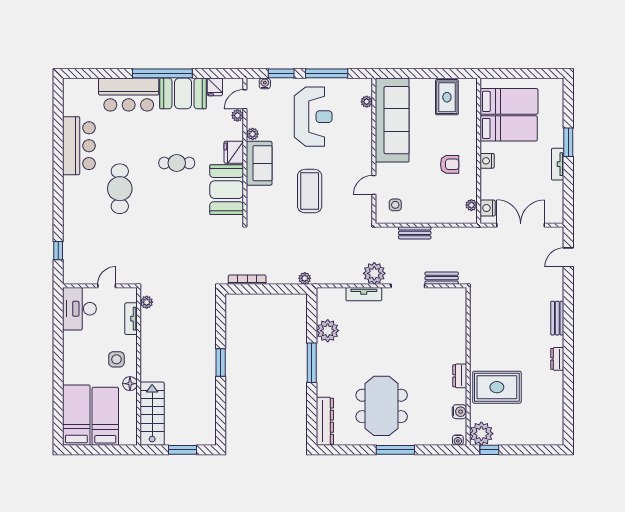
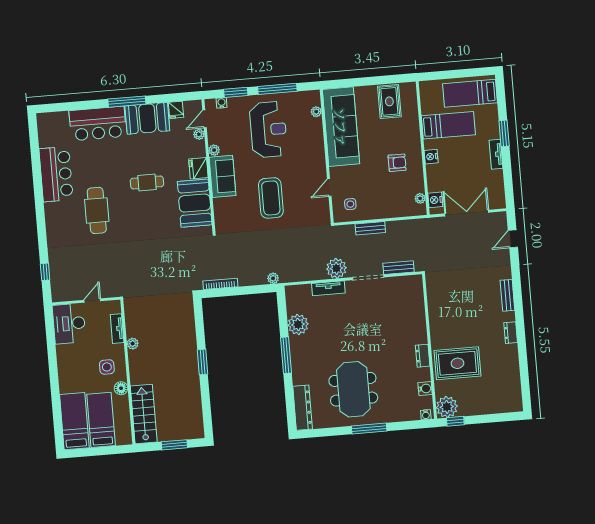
window: (162, 73) -> (127, 102), width x0.68
bed: (509, 101) -> (470, 93), moved, turned 180
plant: (147, 302) -> (133, 344), moved

